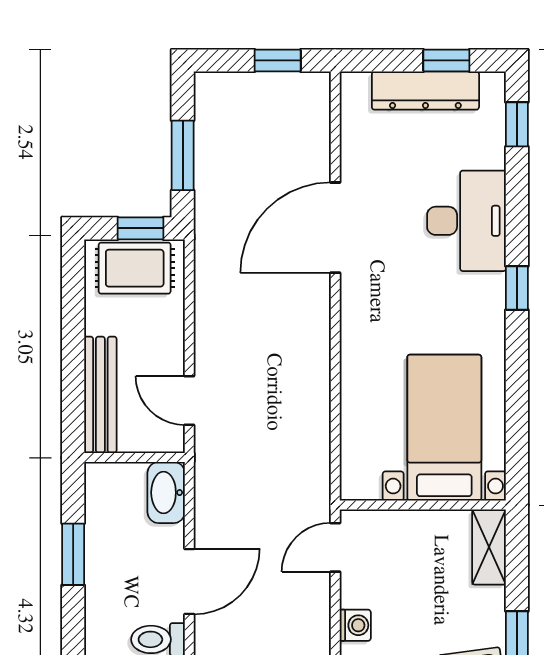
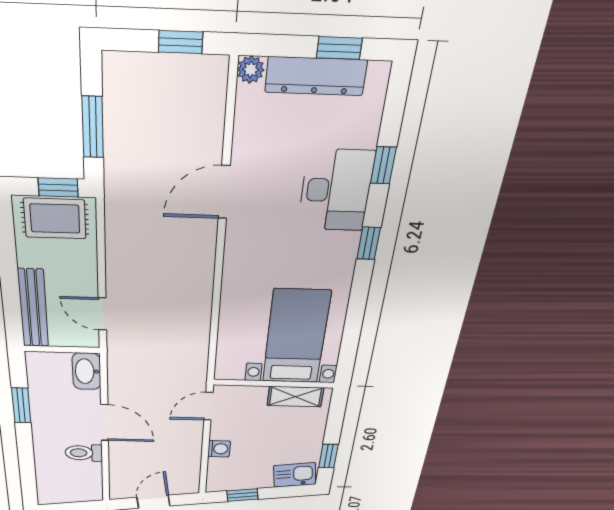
plant: (354, 86) -> (251, 70), added
window: (517, 124) -> (383, 165), moved
door: (335, 228) -> (224, 192), width x0.73
shelving: (489, 547) -> (295, 397), moved, turned 90
door: (189, 581) -> (105, 423), hinge flipped

